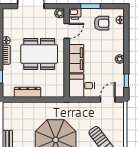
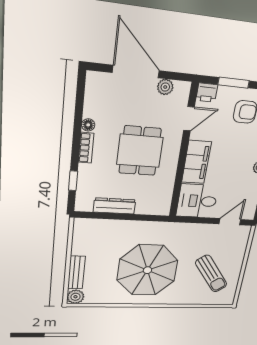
plant: (60, 13) -> (165, 87), moved
dining table: (39, 54) -> (140, 151), width x0.73

